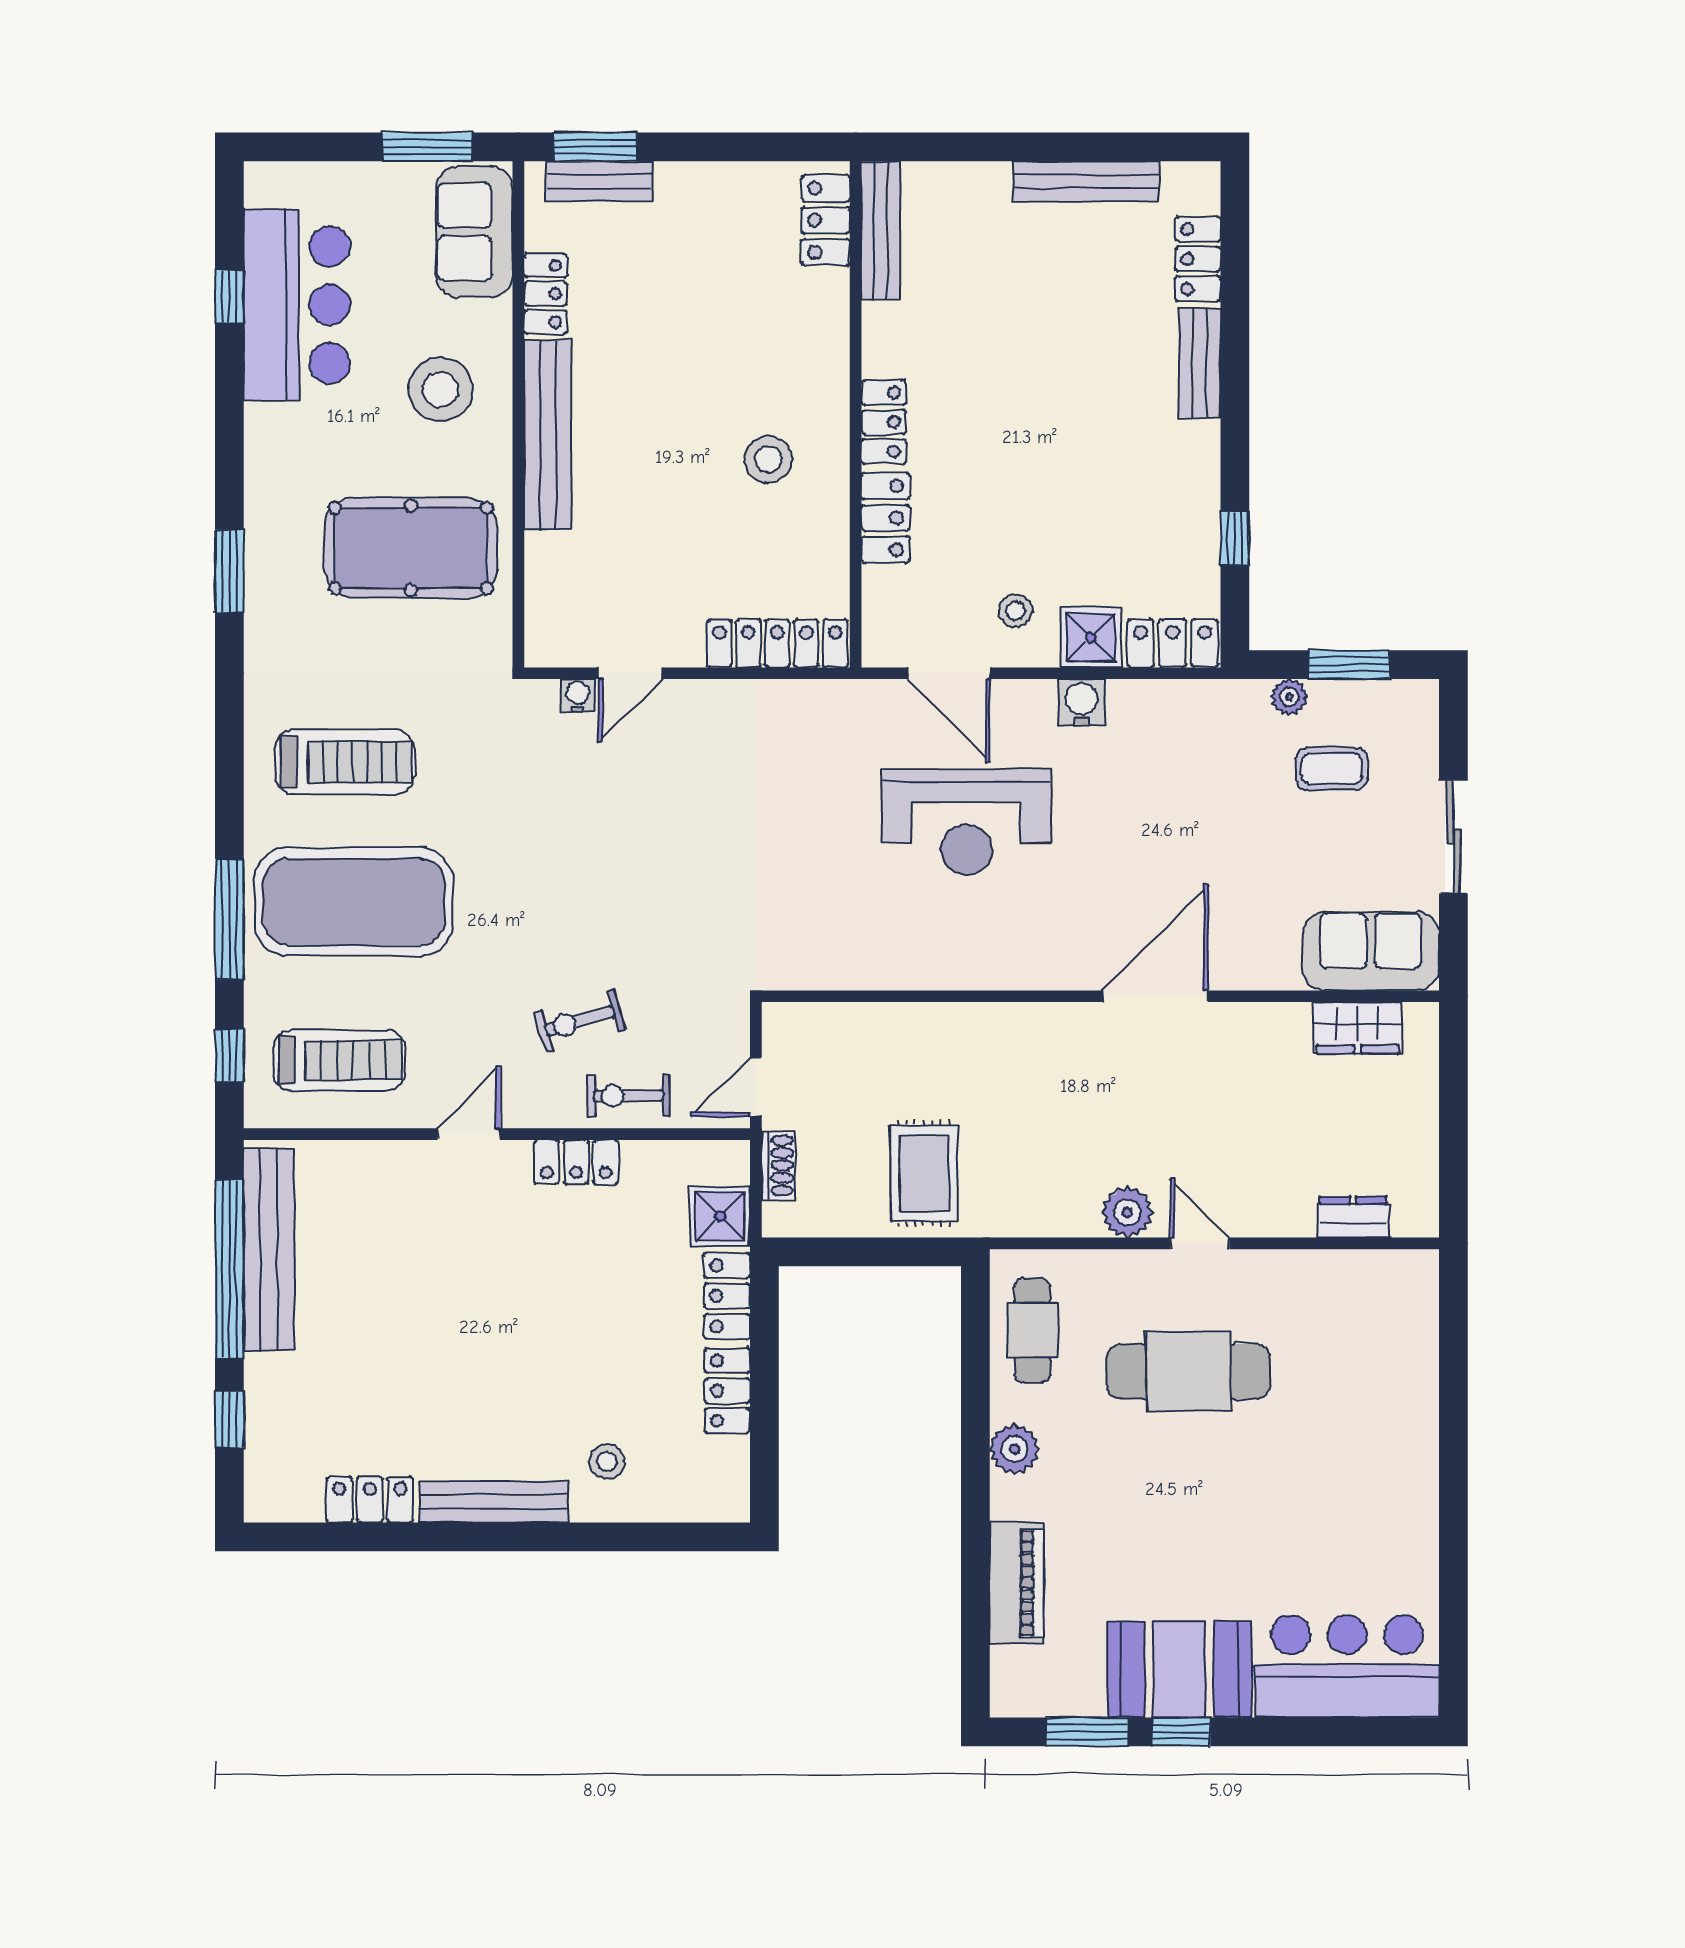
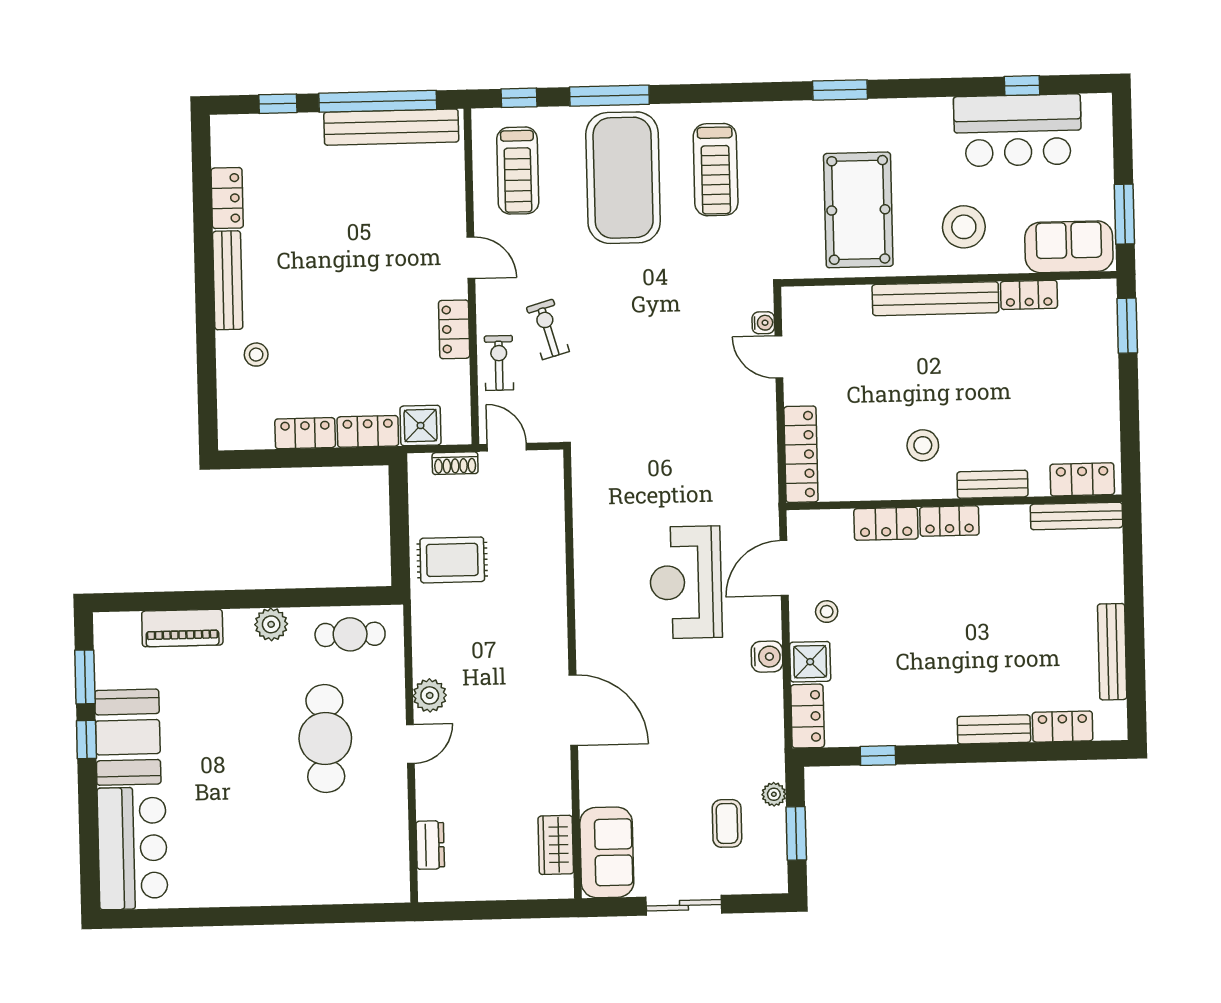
bench: (599, 181) -> (993, 484), moved, turned 90

